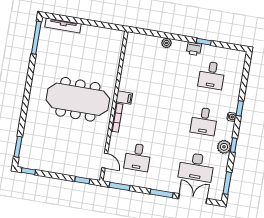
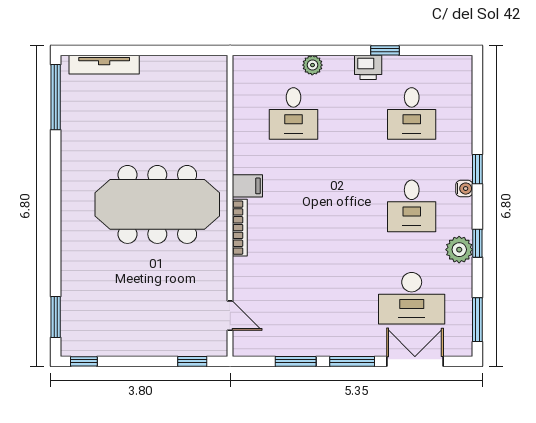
desk: (138, 157) -> (293, 114), moved
window: (120, 186) -> (296, 361), moved

